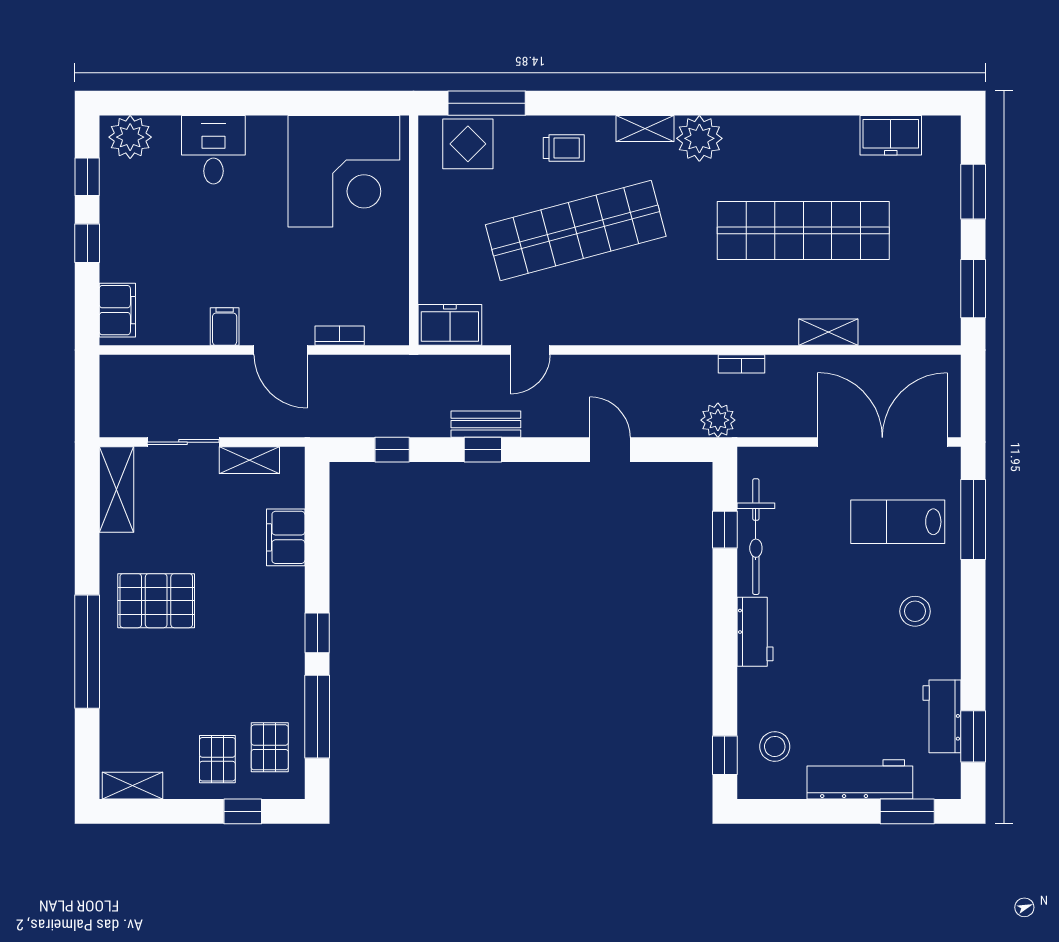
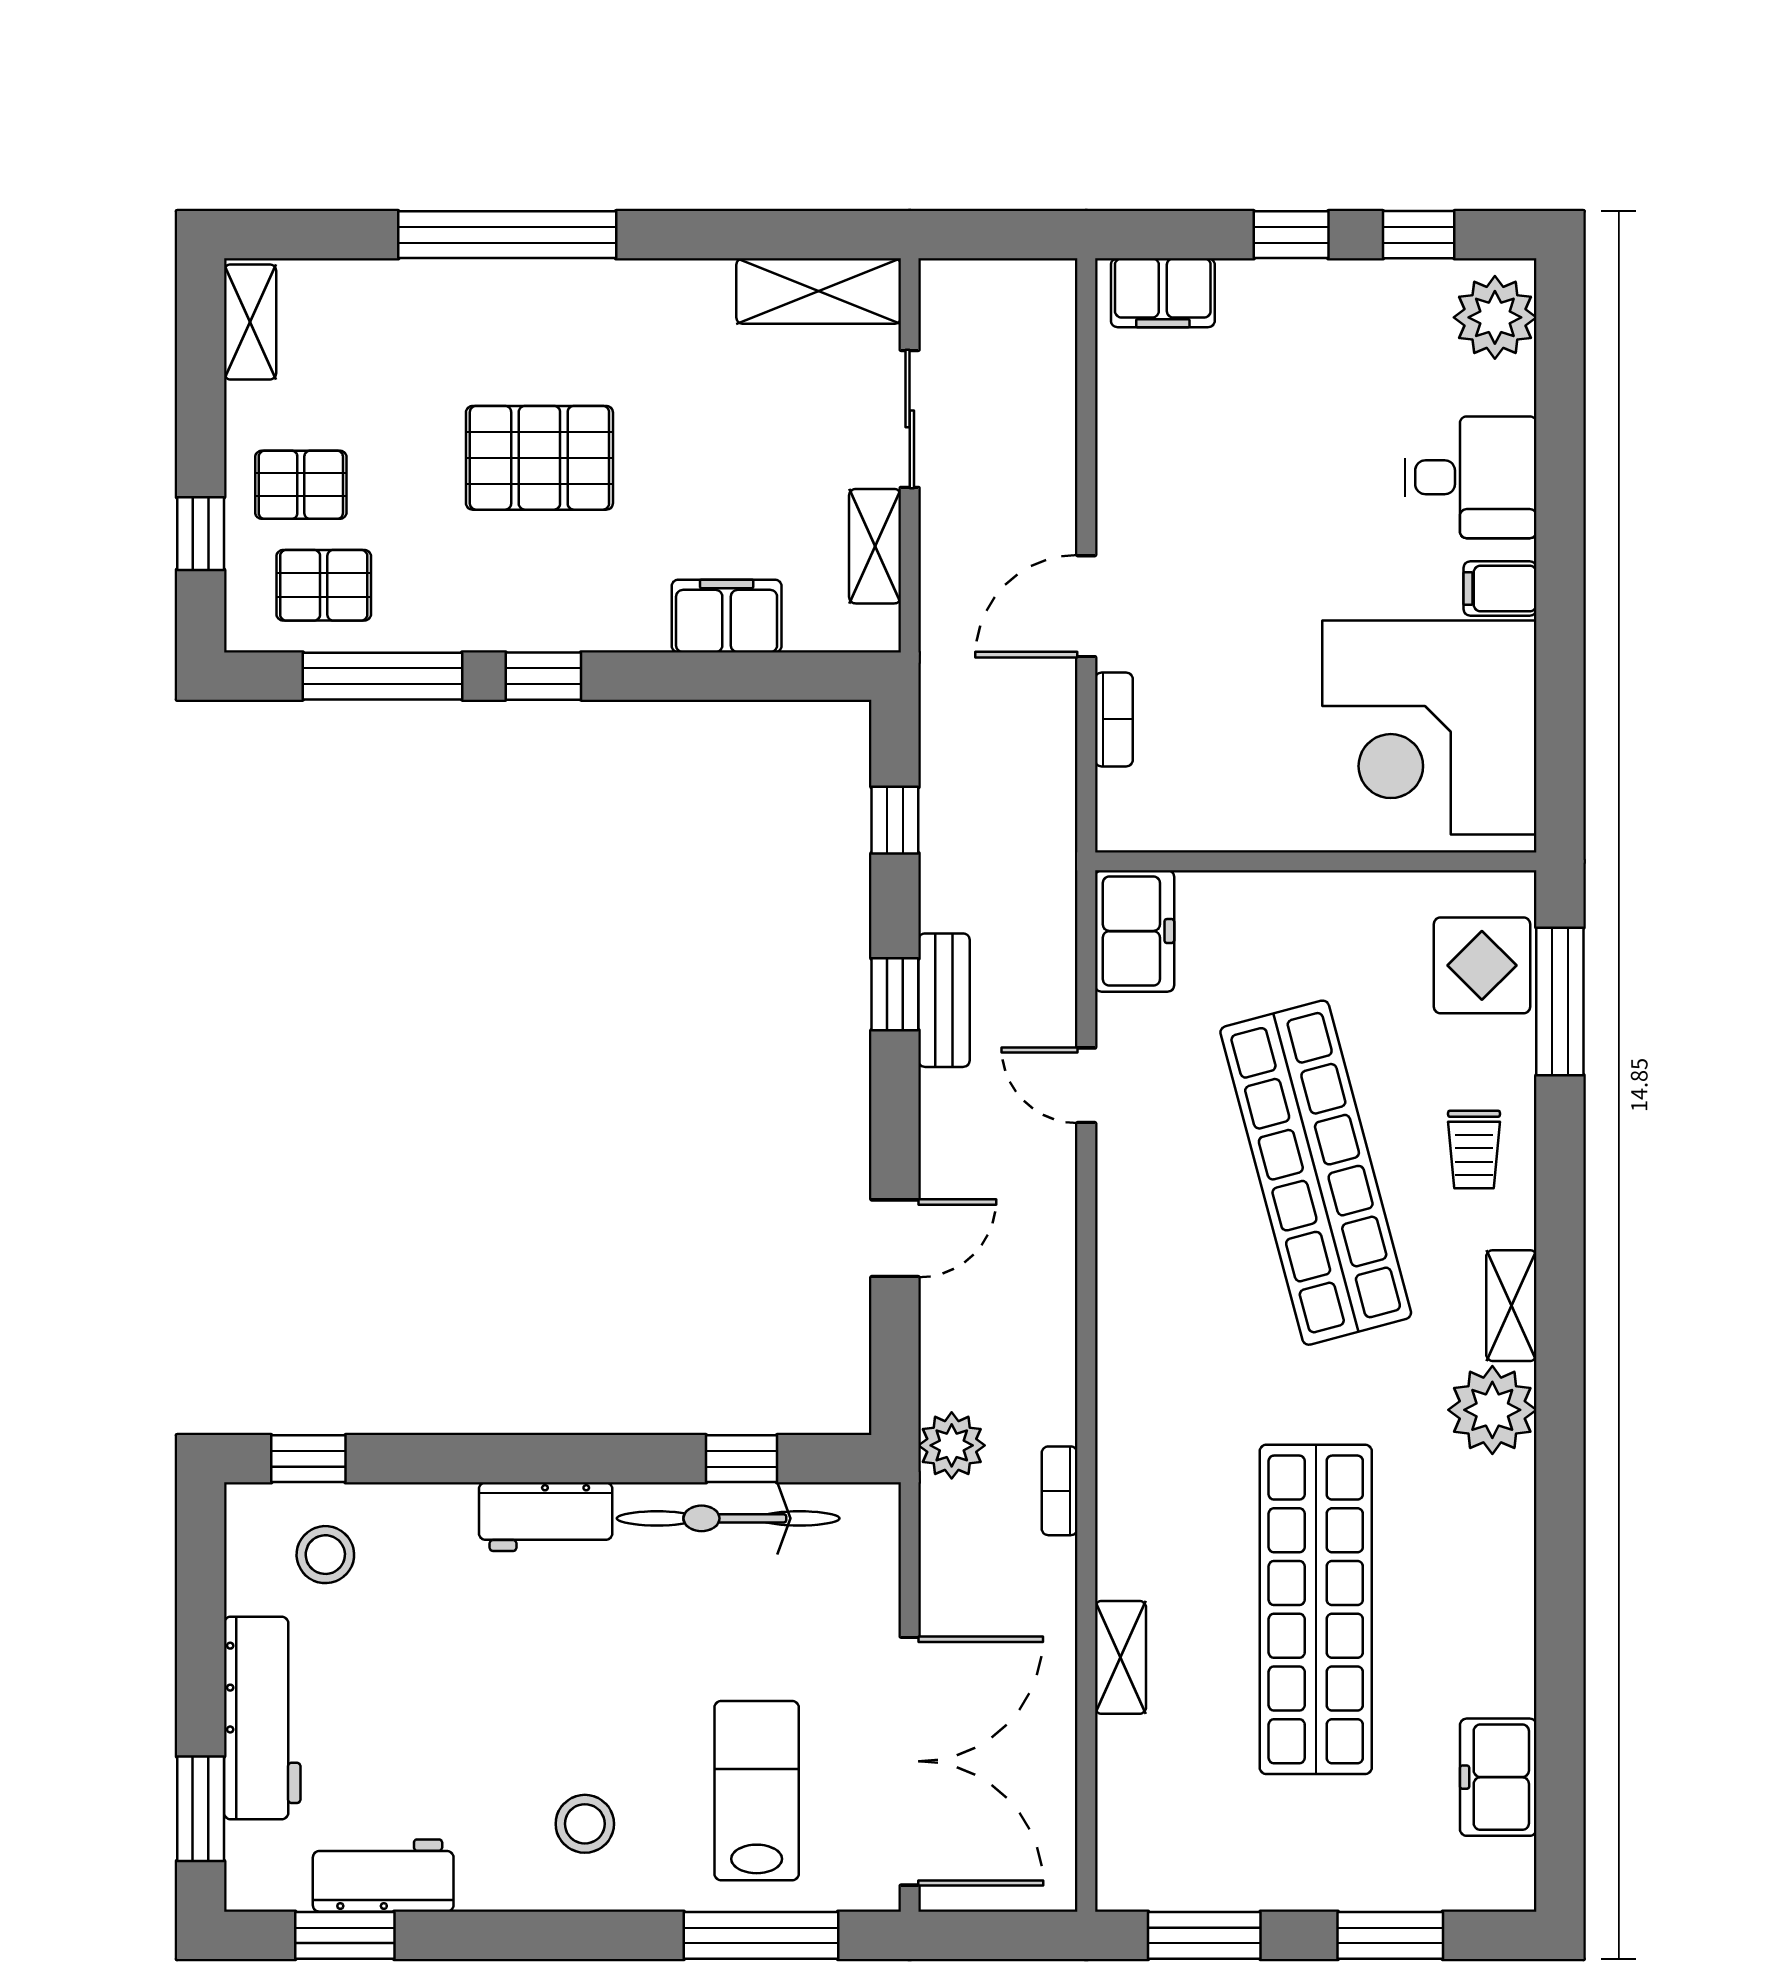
filing cabinet: (225, 327) -> (1500, 589), moved, turned 180
pallet: (156, 601) -> (539, 458), moved, turned 90

